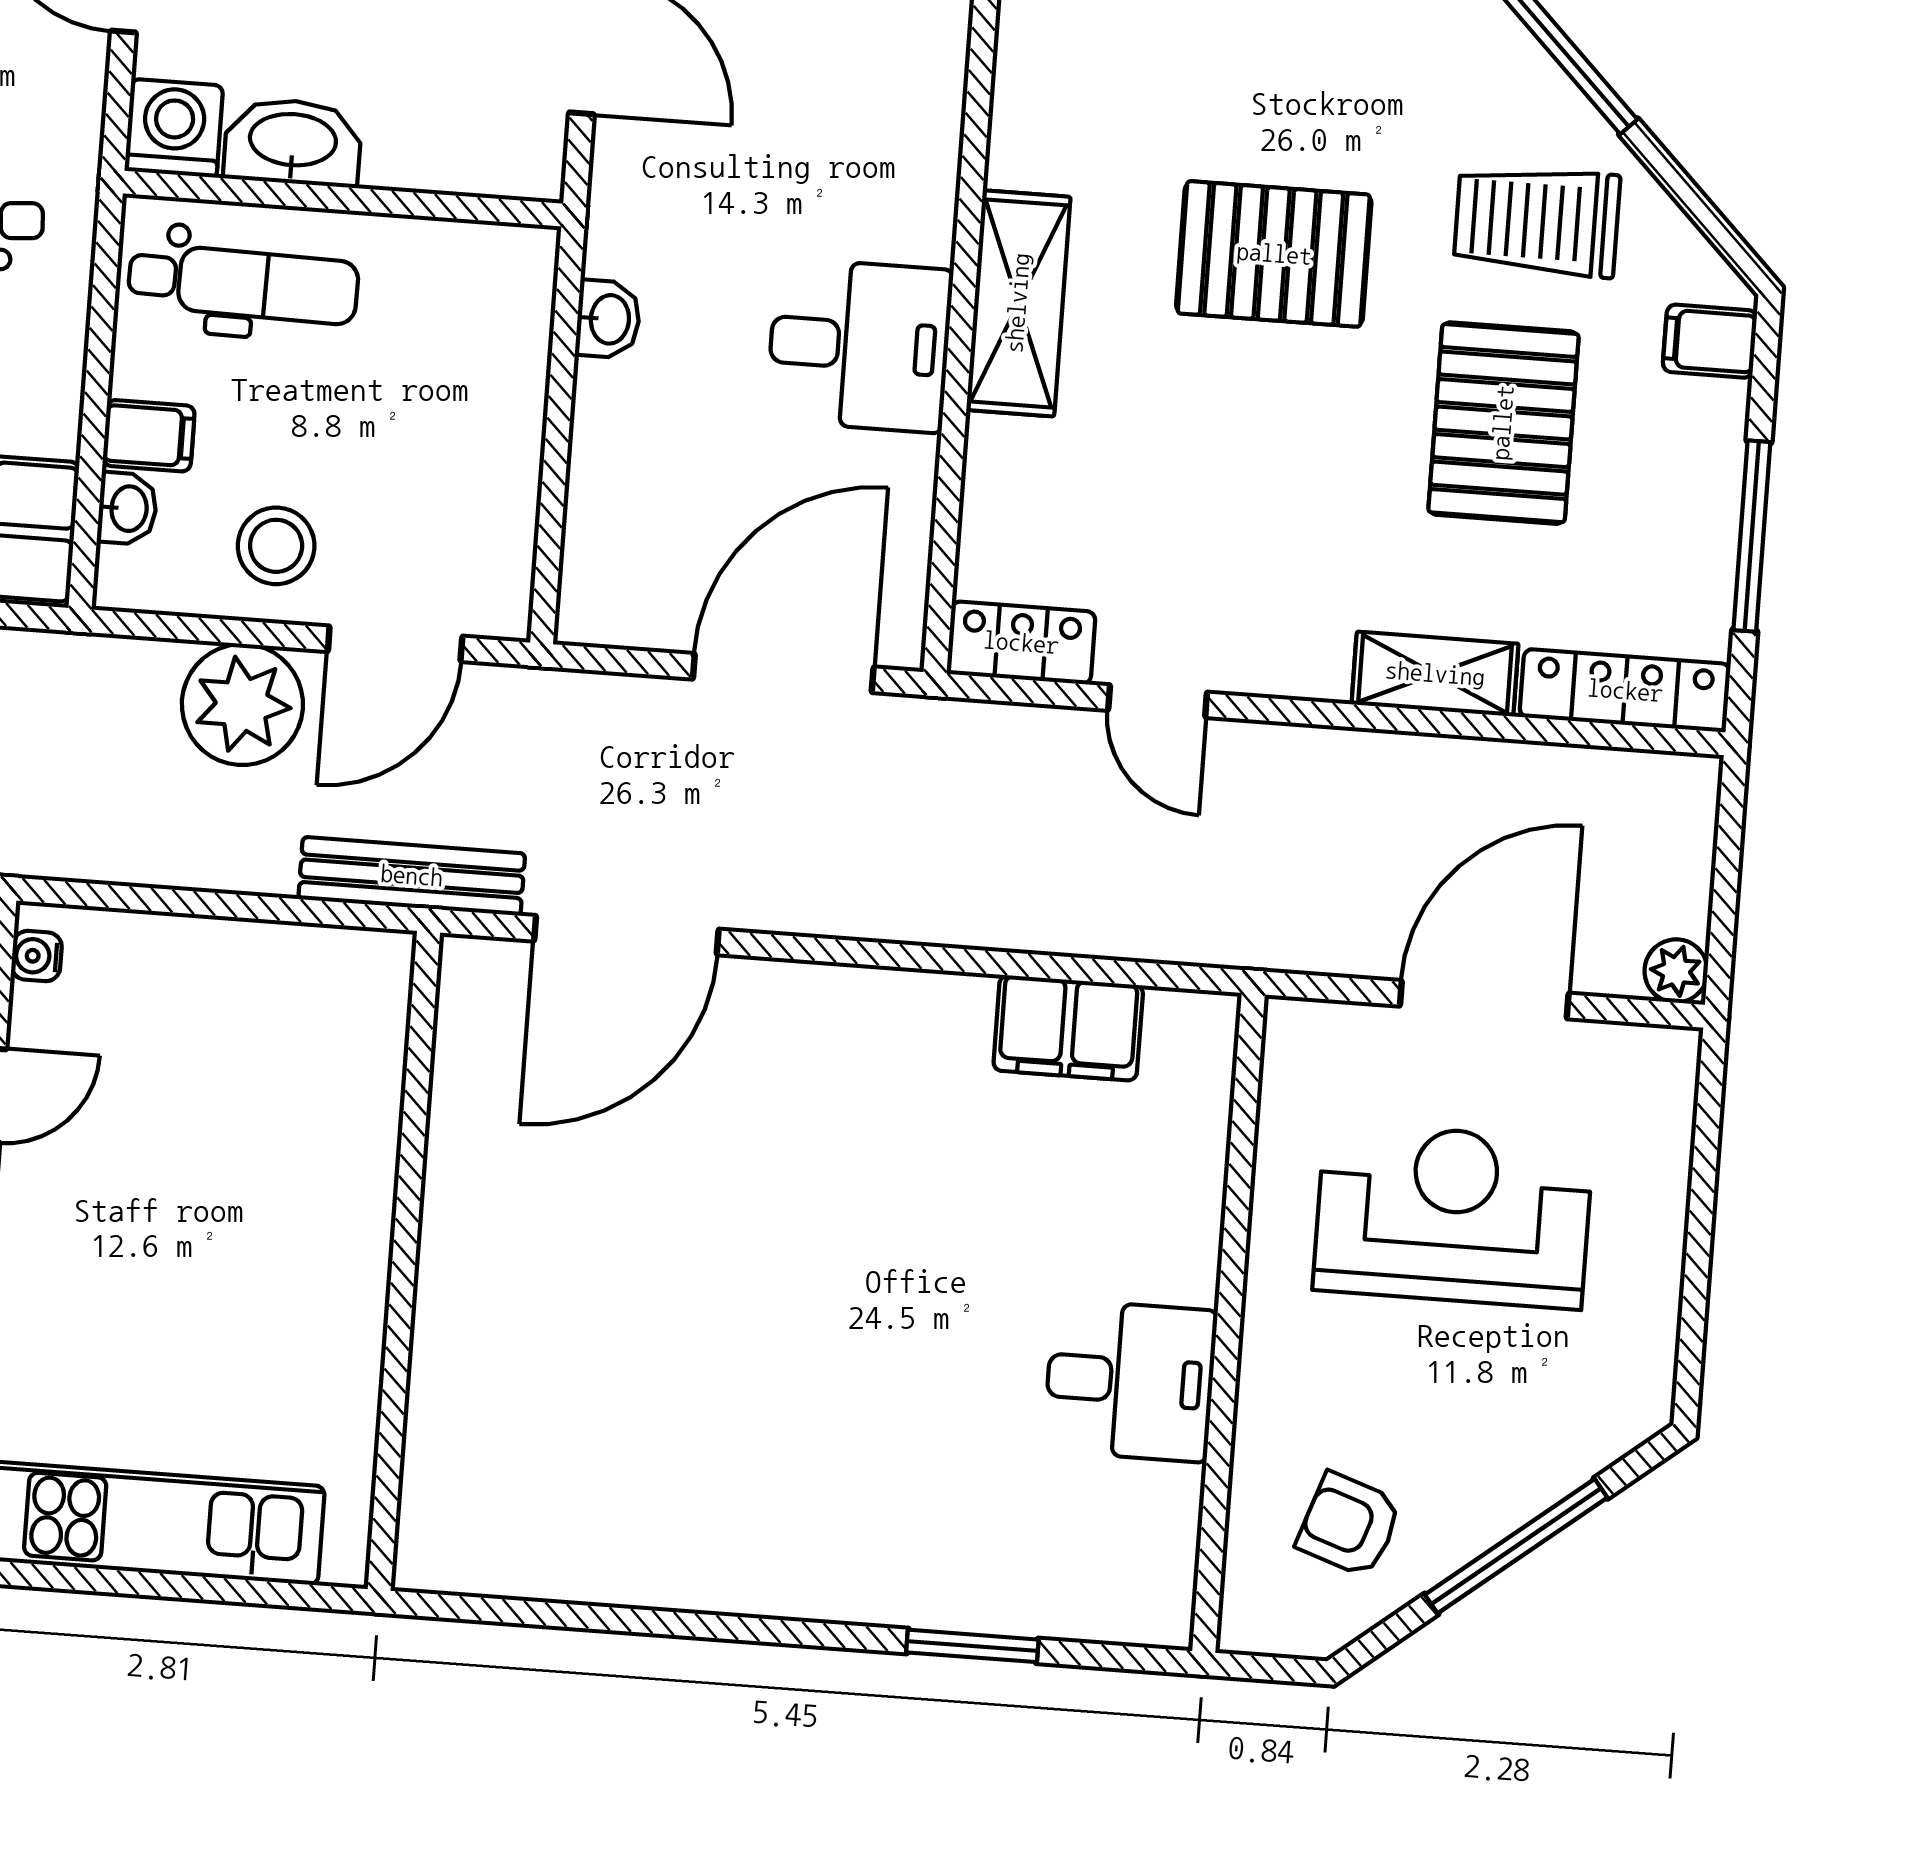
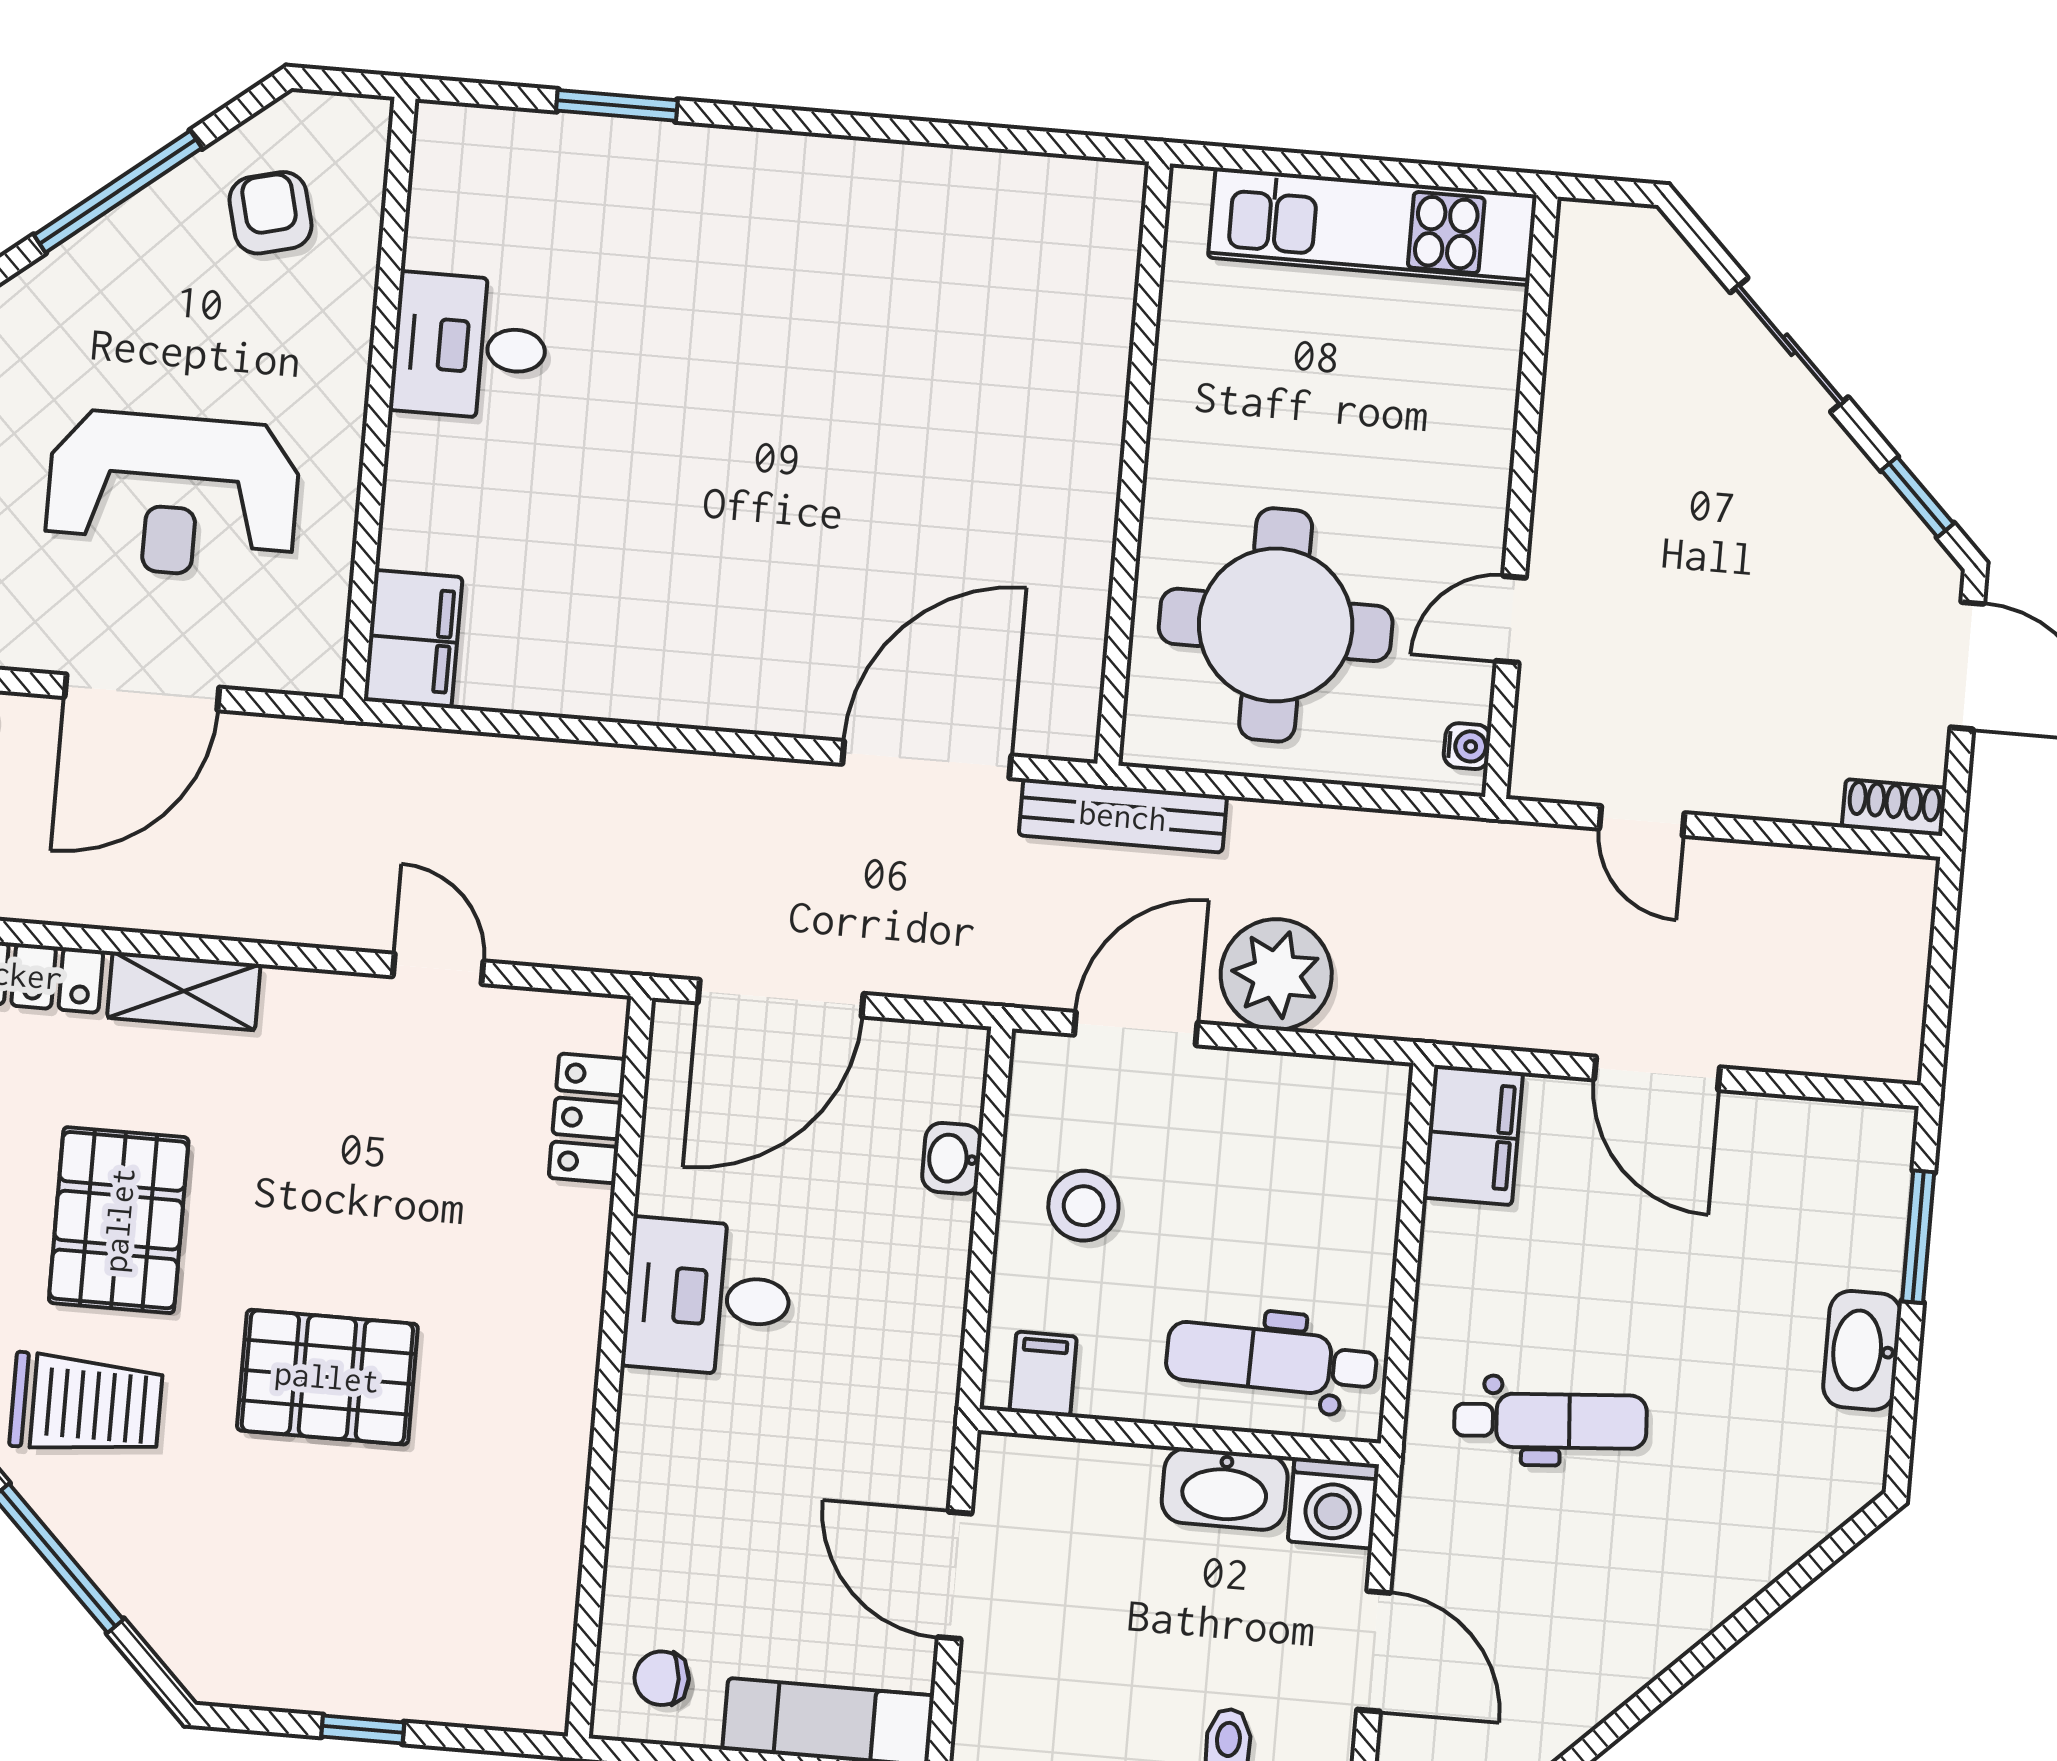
shelving: (1018, 303) -> (562, 1334), removed
washbasin: (608, 319) -> (952, 1158), moved
filing cabinet: (149, 436) -> (1043, 1374), moved, turned 90
washbasin: (127, 508) -> (1380, 1155), removed
stool: (276, 546) -> (1083, 1206), moved
locker: (1021, 643) -> (587, 1118), moved, turned 90
filing cabinet: (1068, 1028) -> (413, 639), moved, turned 90
round table: (247, 1086) -> (1276, 625), added
armchair: (1349, 1525) -> (270, 213), turned -123

